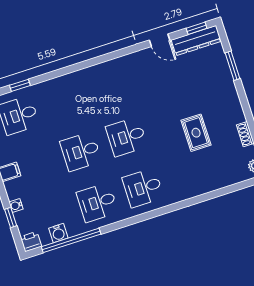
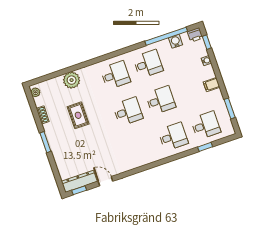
window: (232, 66) -> (45, 142), moved
desk: (64, 100) -> (173, 137), added
plant: (204, 182) -> (72, 80), added
window: (11, 218) -> (207, 42), moved

